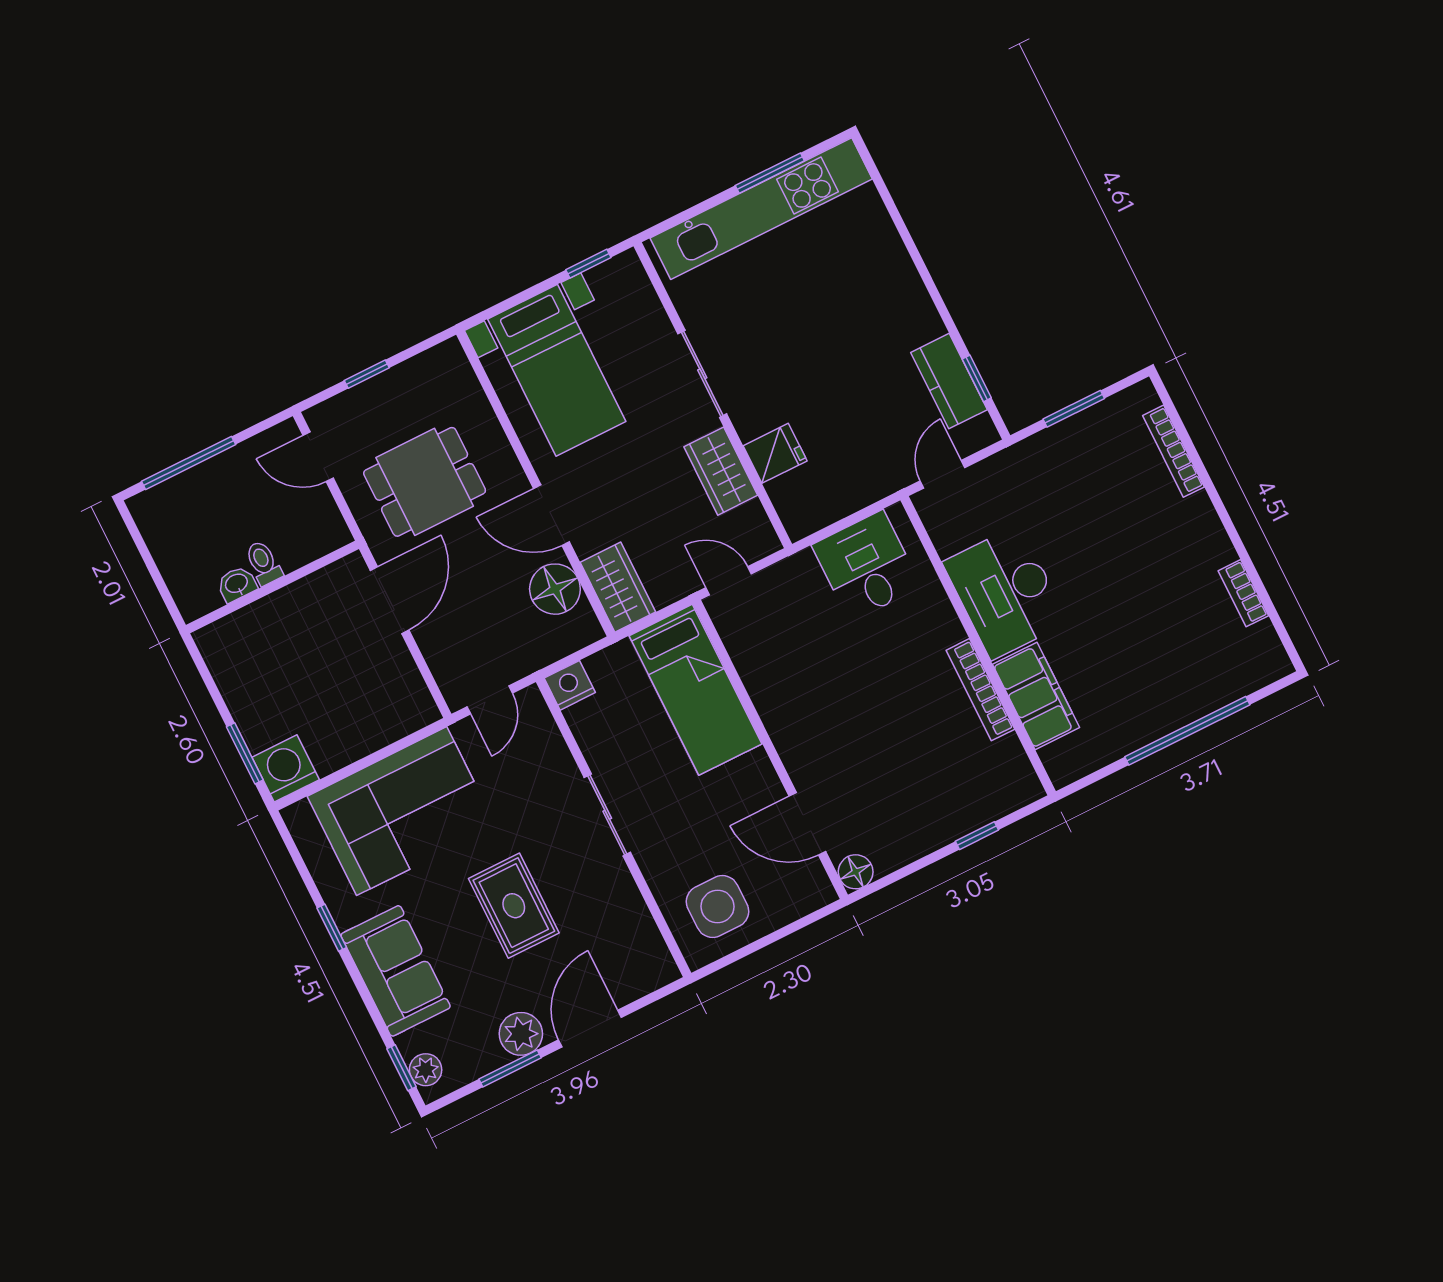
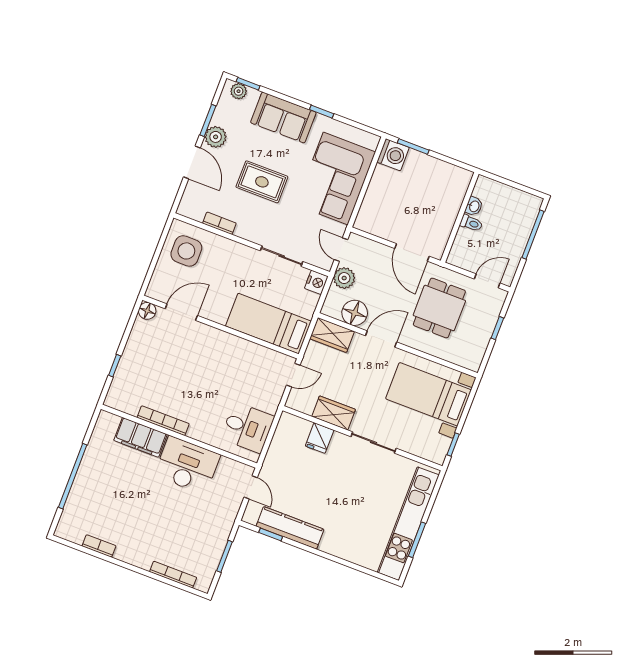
kitchen counter: (949, 381) -> (290, 528), width x1.50
plant: (523, 654) -> (344, 278), added
sliding door: (607, 815) -> (282, 256), moved
bookcase: (632, 902) -> (219, 223), added

